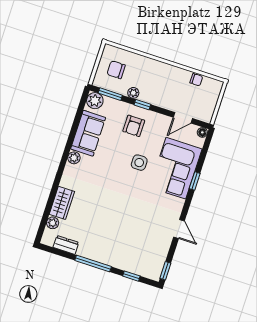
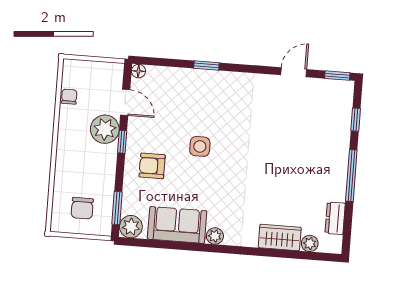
plant: (133, 93) -> (105, 129), moved, width x1.88, depth x1.88
window: (142, 105) -> (122, 142), moved
armchair: (134, 126) -> (152, 166), turned 180
corner sofa: (176, 168) -> (195, 95), removed
door: (179, 229) -> (294, 72), moved

